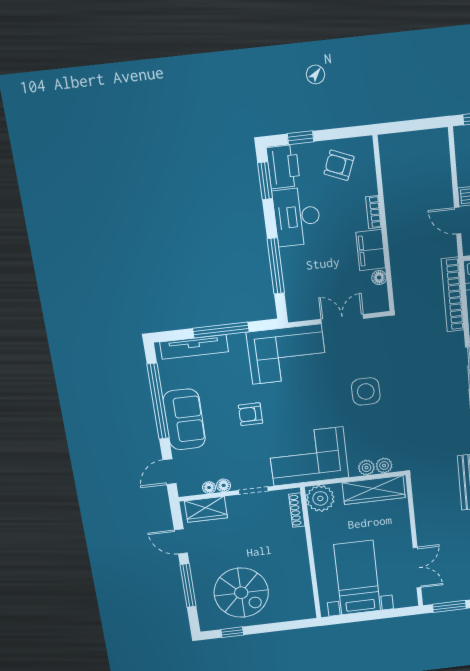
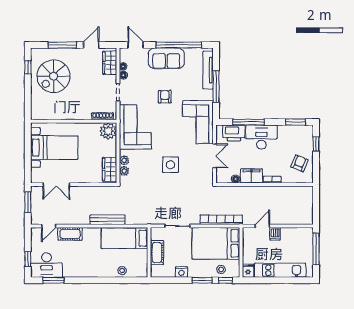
printer: (283, 167) -> (234, 133), moved
desk: (297, 217) -> (261, 137), moved
wardrobe: (374, 490) -> (110, 169), width x0.67

